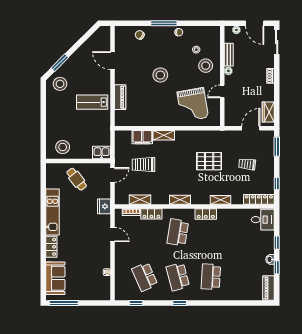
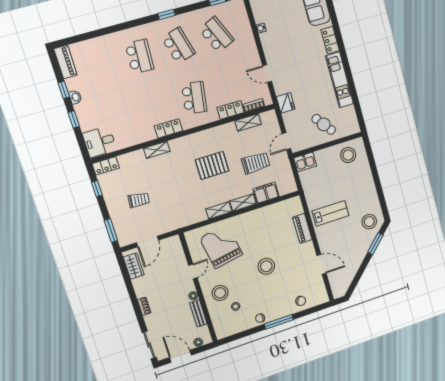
pallet: (209, 161) -> (212, 165), moved
locker: (259, 199) -> (106, 166), width x0.66
shelving: (180, 200) -> (219, 210), moved

